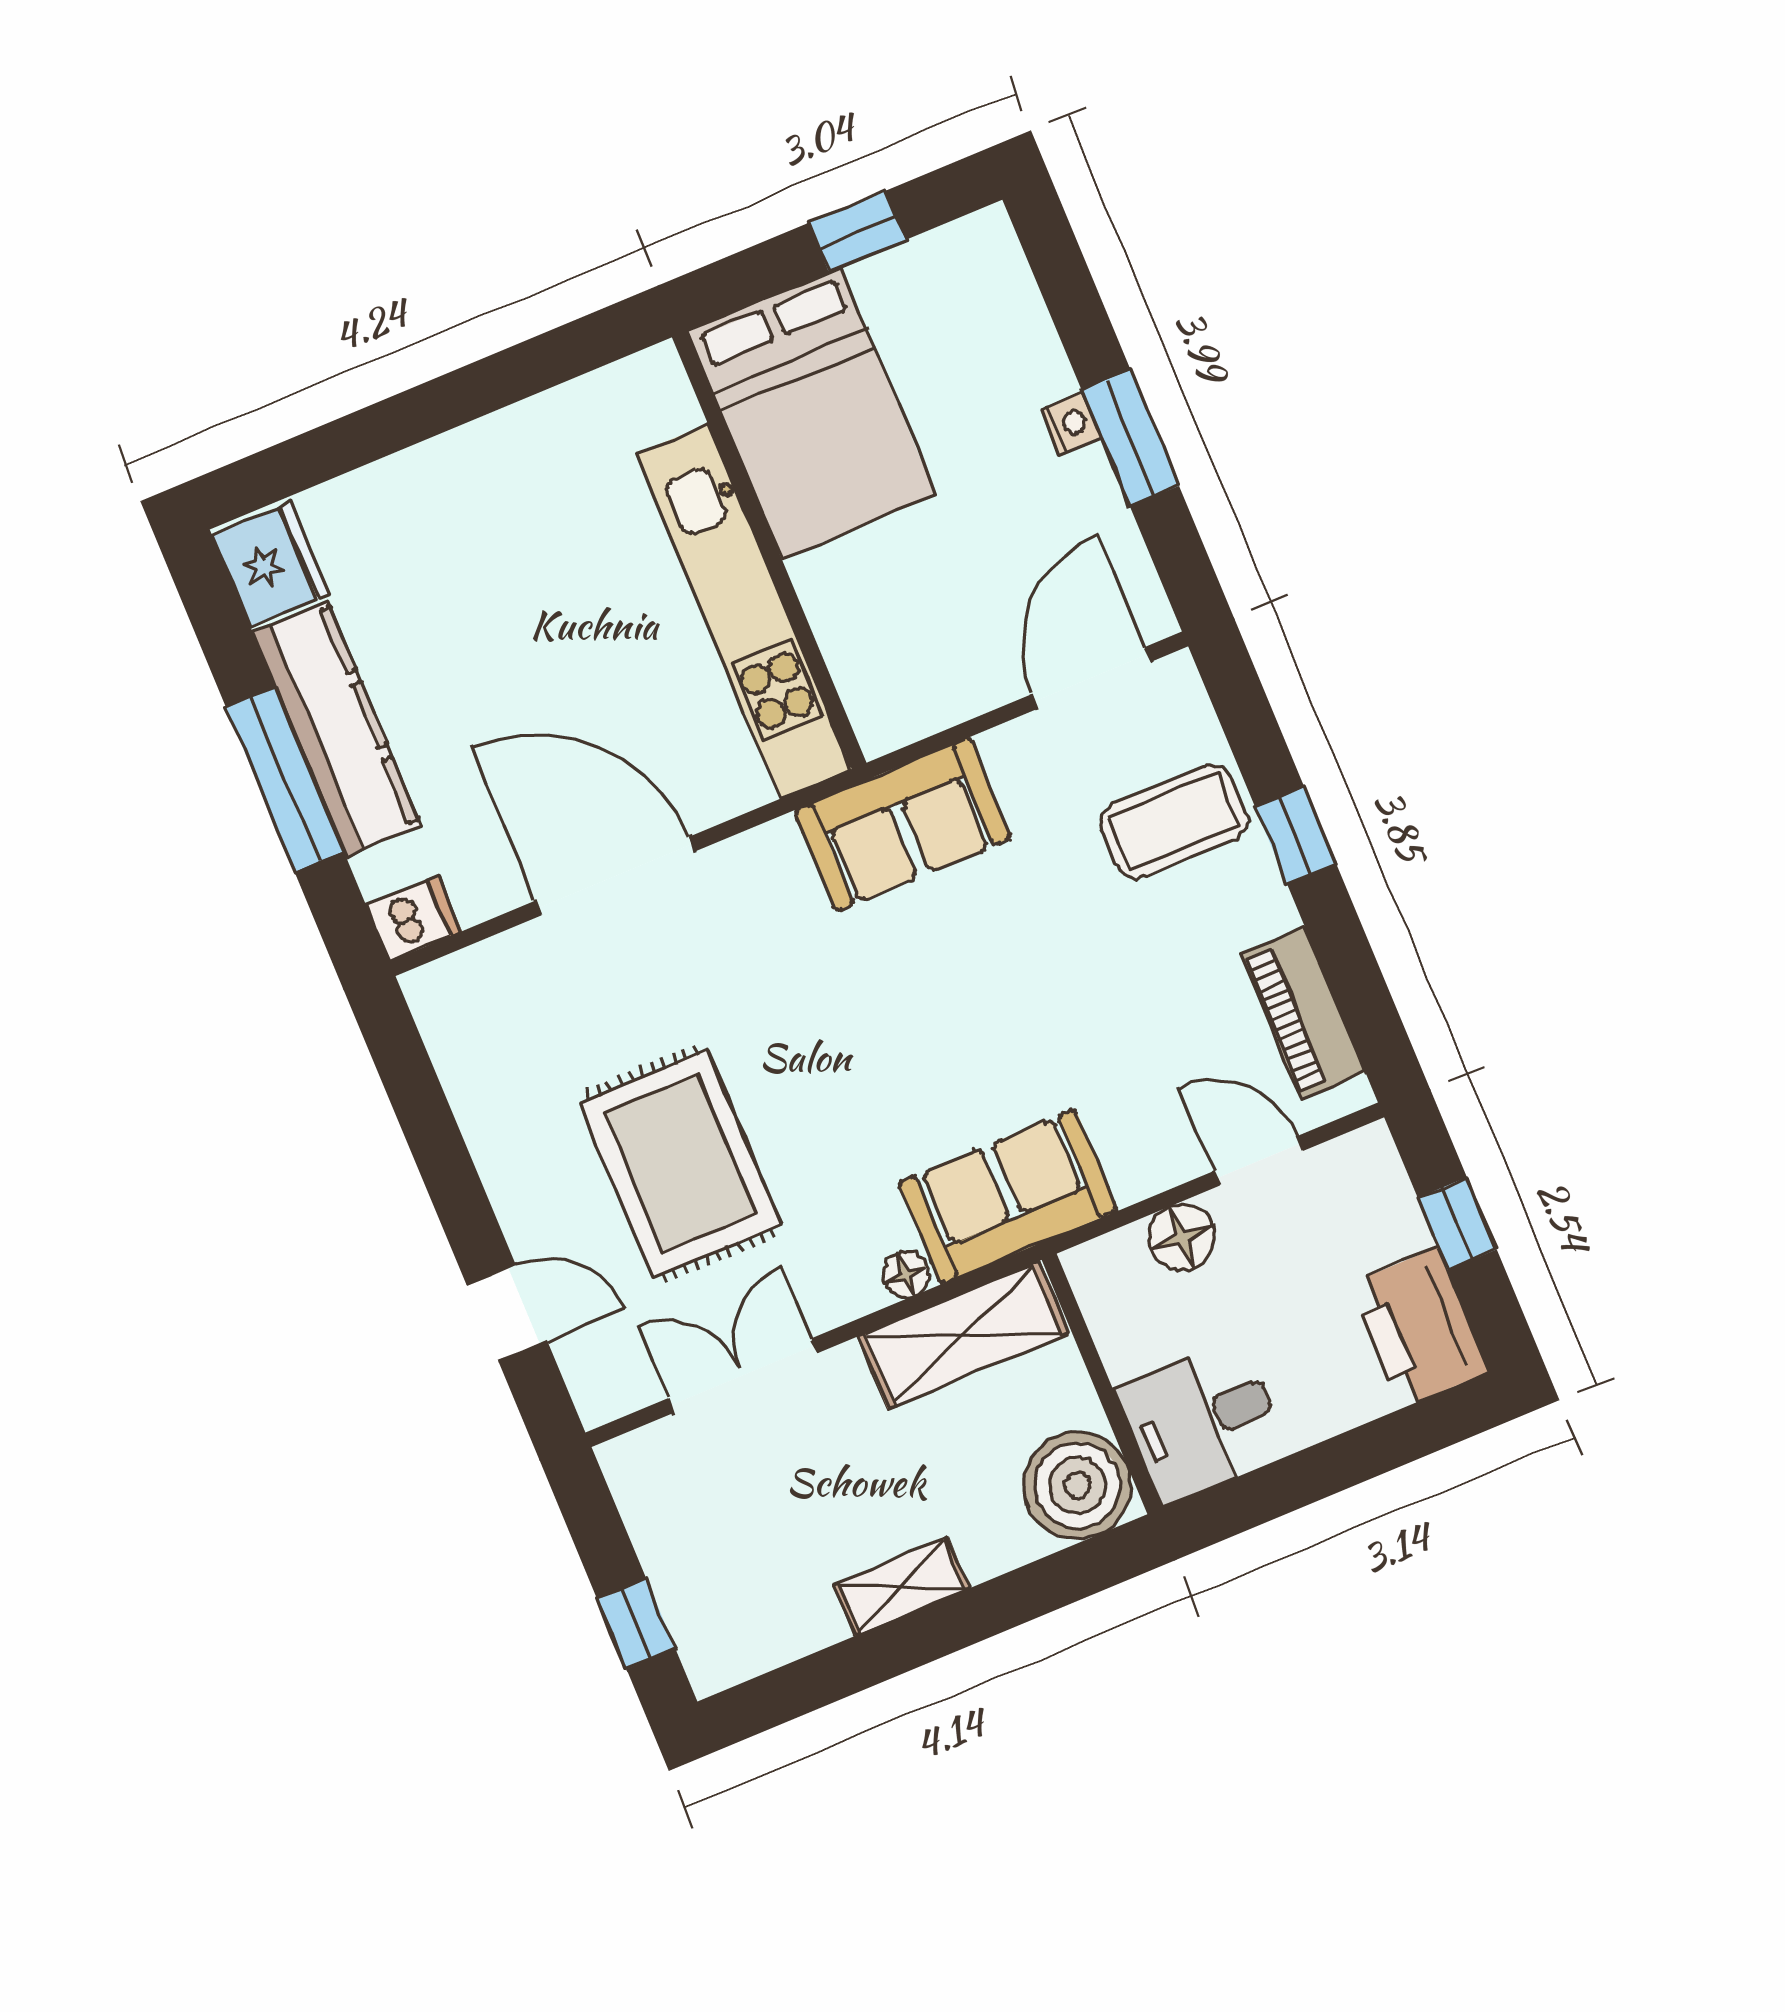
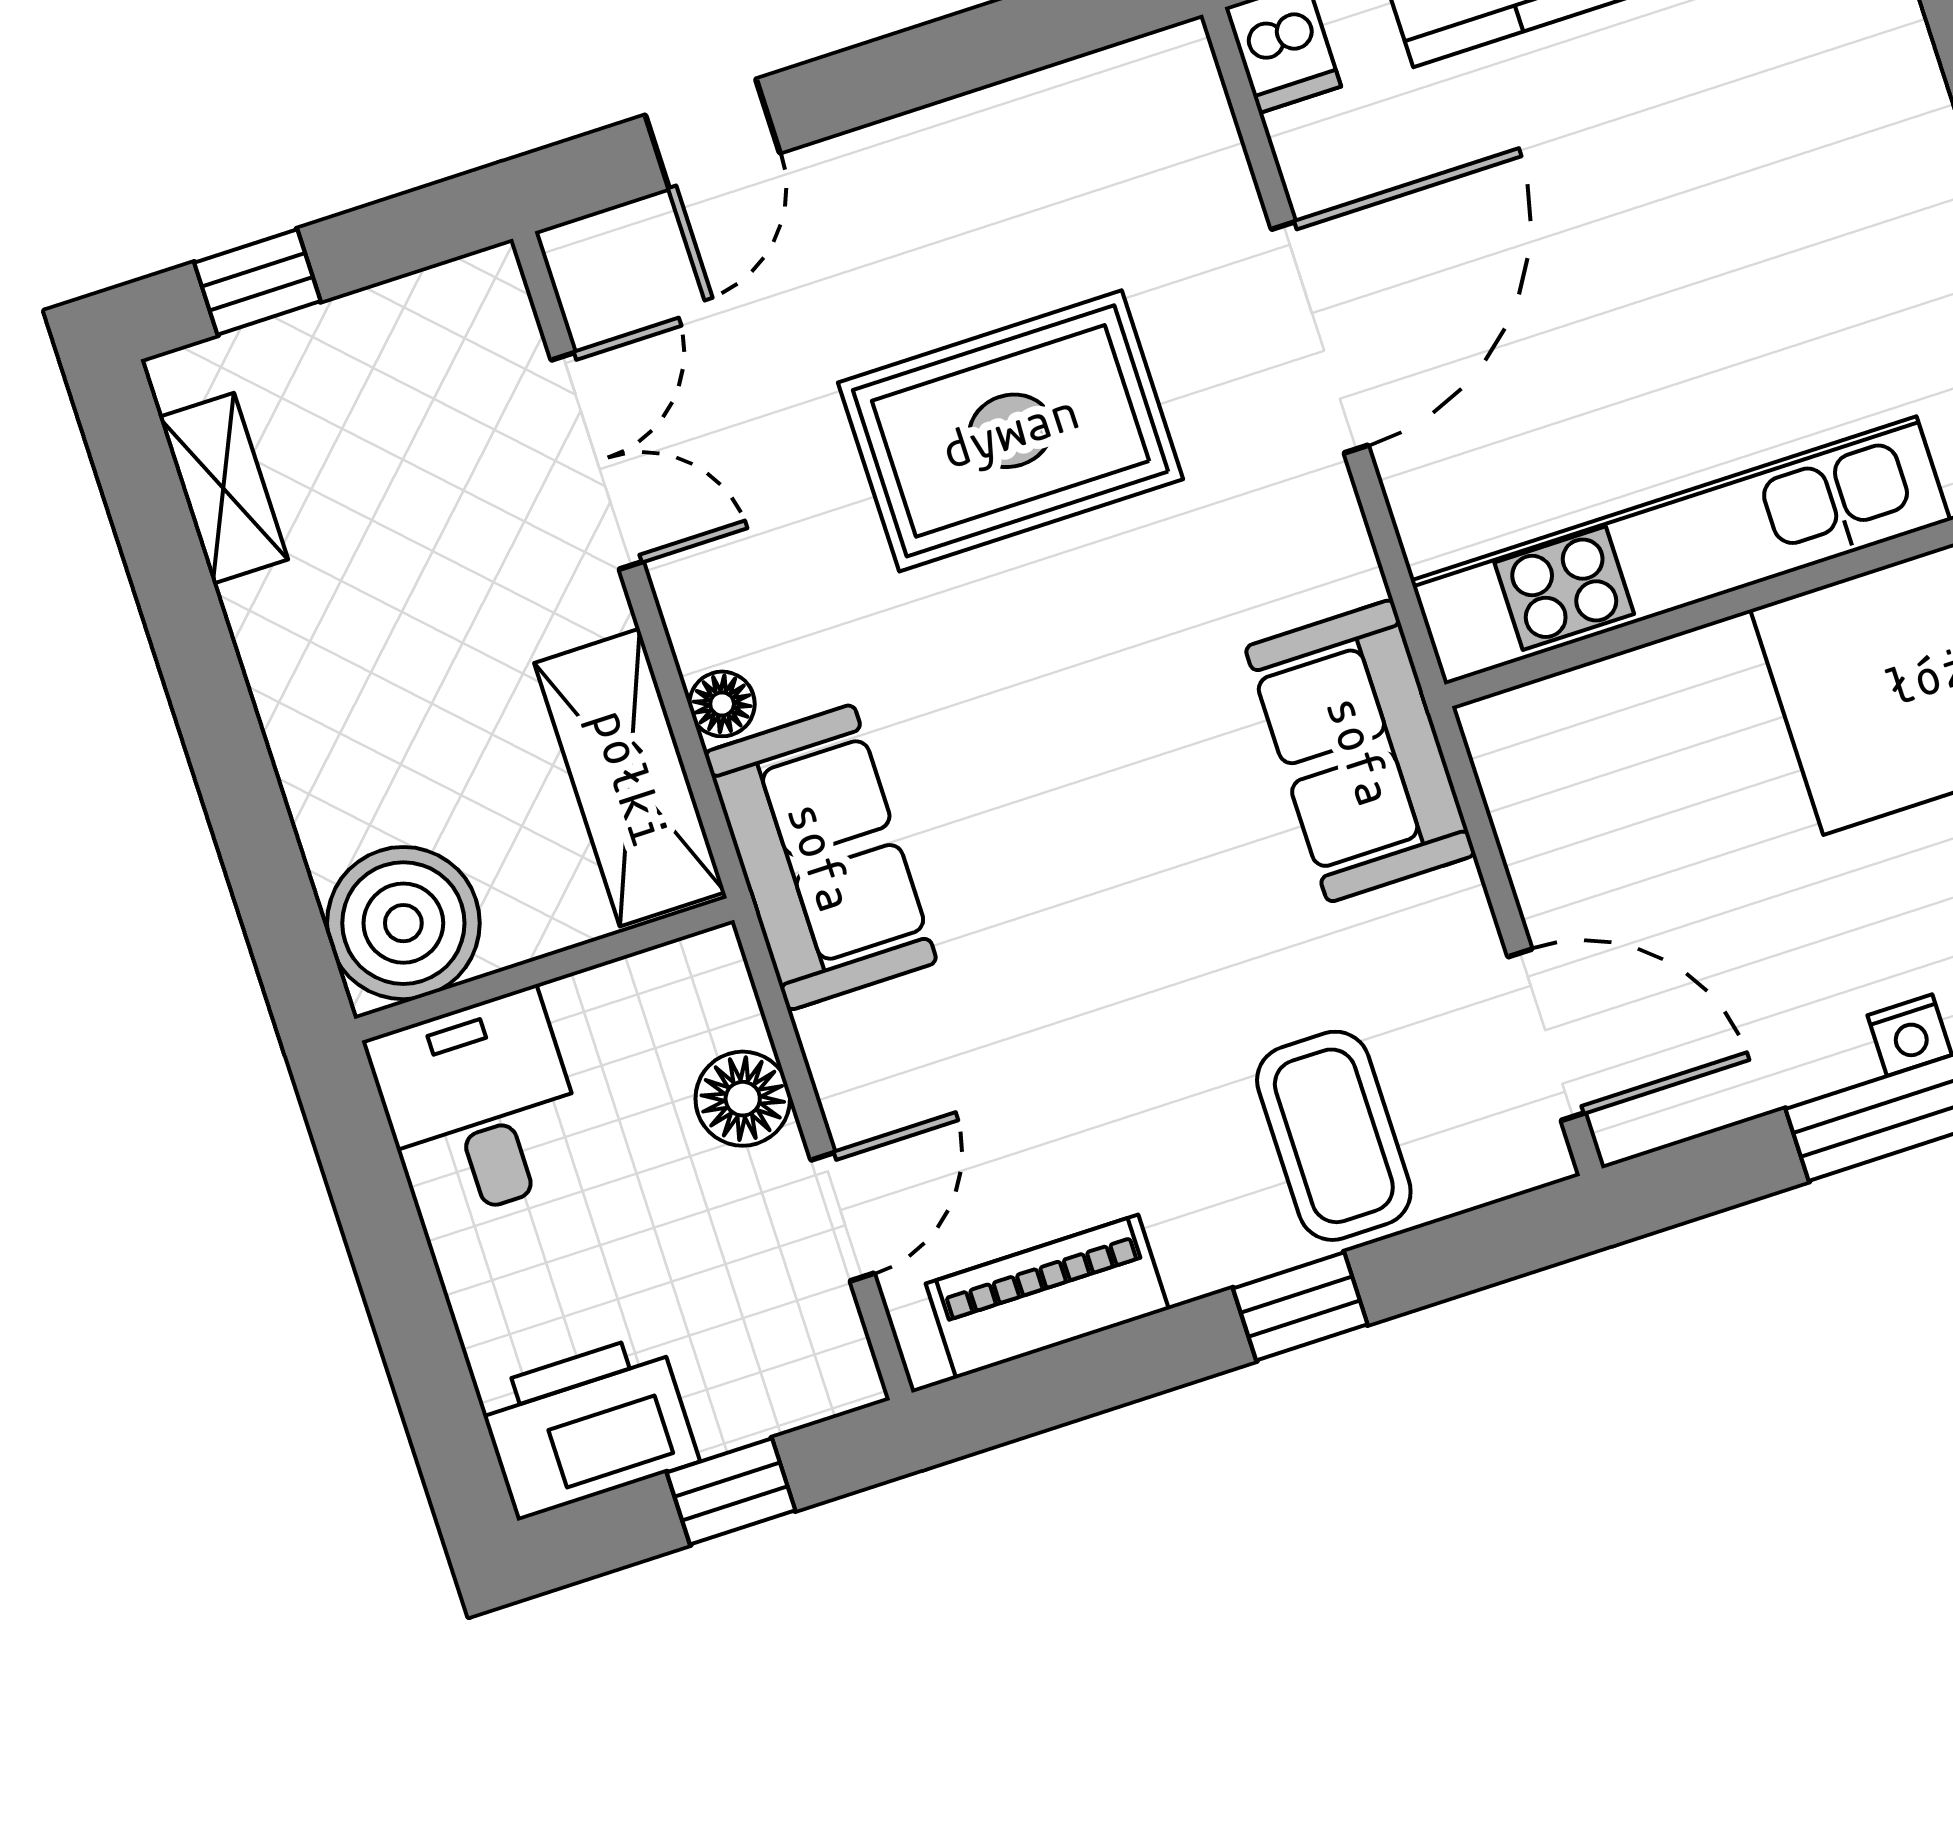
rug: (680, 1164) -> (1010, 431), moved
shelving: (902, 1587) -> (223, 488), moved

